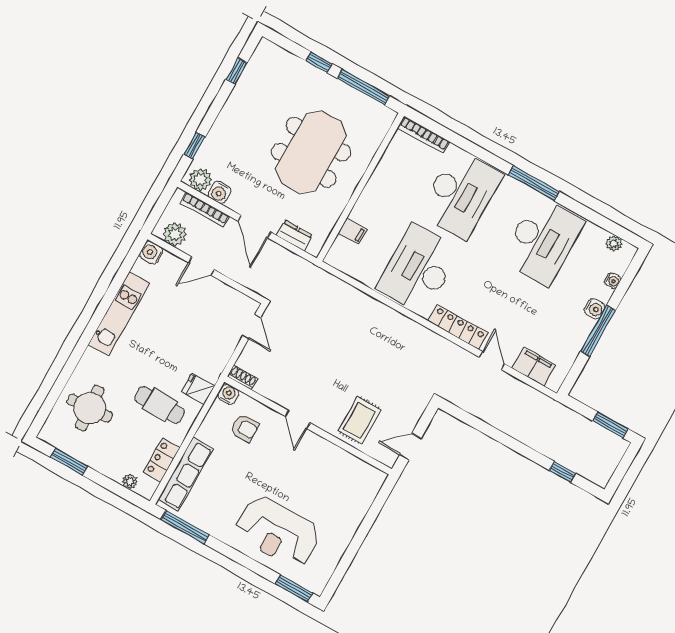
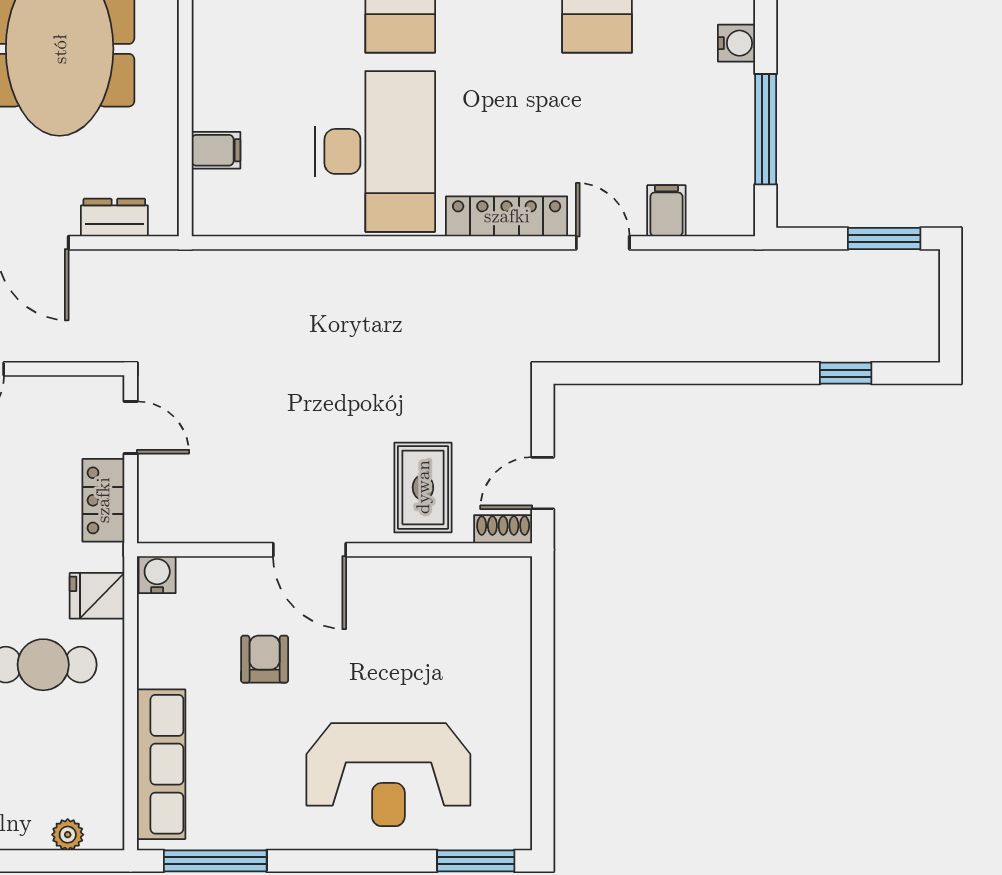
desk: (418, 269) -> (375, 151), turned 180
window: (598, 331) -> (766, 129), moved
filing cabinet: (534, 367) -> (666, 211), width x0.50
shoe rack: (243, 377) -> (503, 529), moved
door: (298, 420) -> (310, 550), width x1.38
armchair: (245, 428) -> (265, 659), moved, turned -90
locker: (162, 460) -> (103, 500), moved

